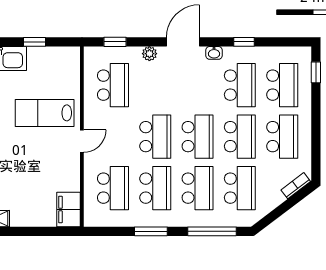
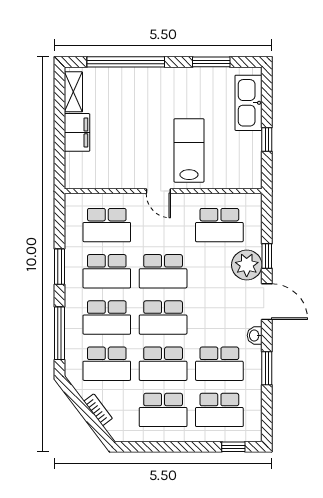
window: (115, 42) -> (267, 256), moved
window: (244, 42) -> (267, 368), width x1.50
plant: (149, 54) -> (247, 265), width x1.88, depth x1.88
bookcase: (296, 186) -> (98, 410), moved
filing cabinet: (69, 210) -> (77, 132), moved, turned 90

